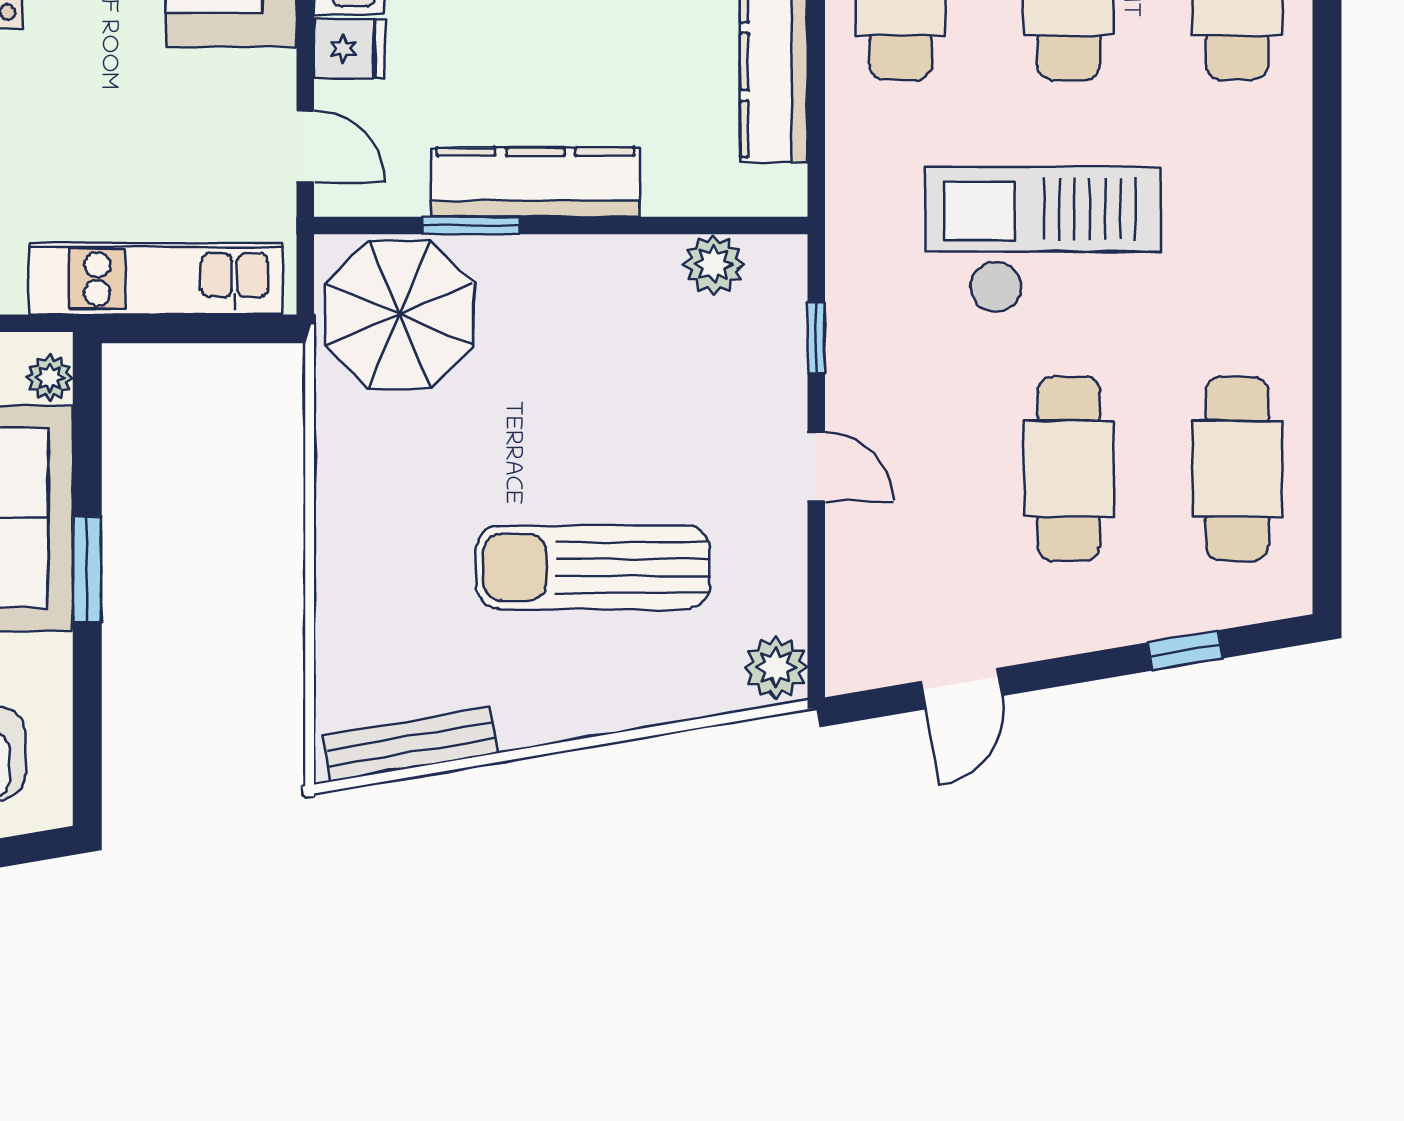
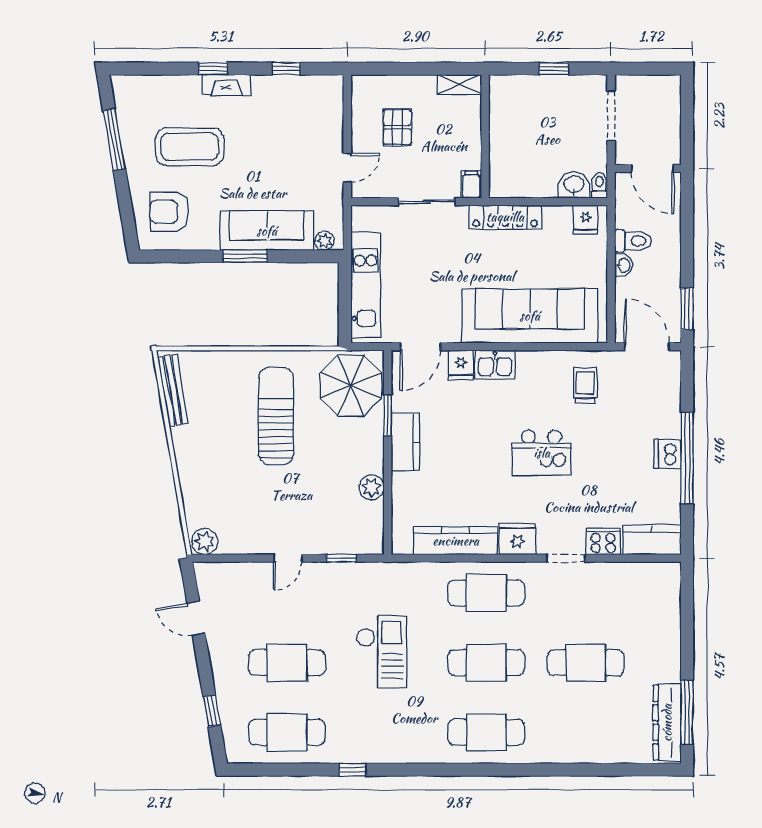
door: (305, 146) -> (420, 347), width x1.38
kitchen counter: (535, 182) -> (406, 442), width x0.67
checkout: (1043, 240) -> (382, 652), width x0.73, depth x0.83
plant: (714, 264) -> (372, 488), moved
window: (1327, 311) -> (352, 770), added
sun lounger: (593, 567) -> (276, 416), moved

